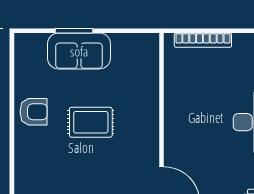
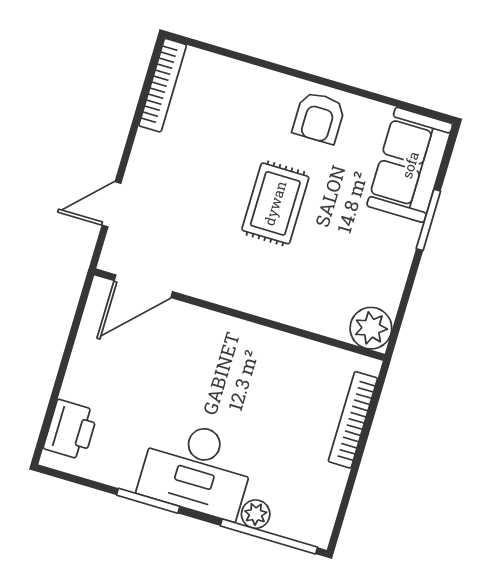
plant: (147, 45) -> (371, 328), added
sofa: (79, 51) -> (410, 165), moved

